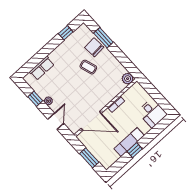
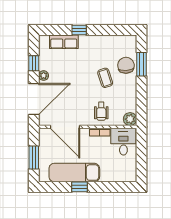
window: (66, 33) -> (79, 30), moved
wheelchair: (105, 90) -> (101, 111), added
desk: (152, 113) -> (123, 142), moved, turned 180
door: (56, 121) -> (34, 99), width x1.87
exam couch: (129, 142) -> (74, 173), width x1.36, depth x1.45

